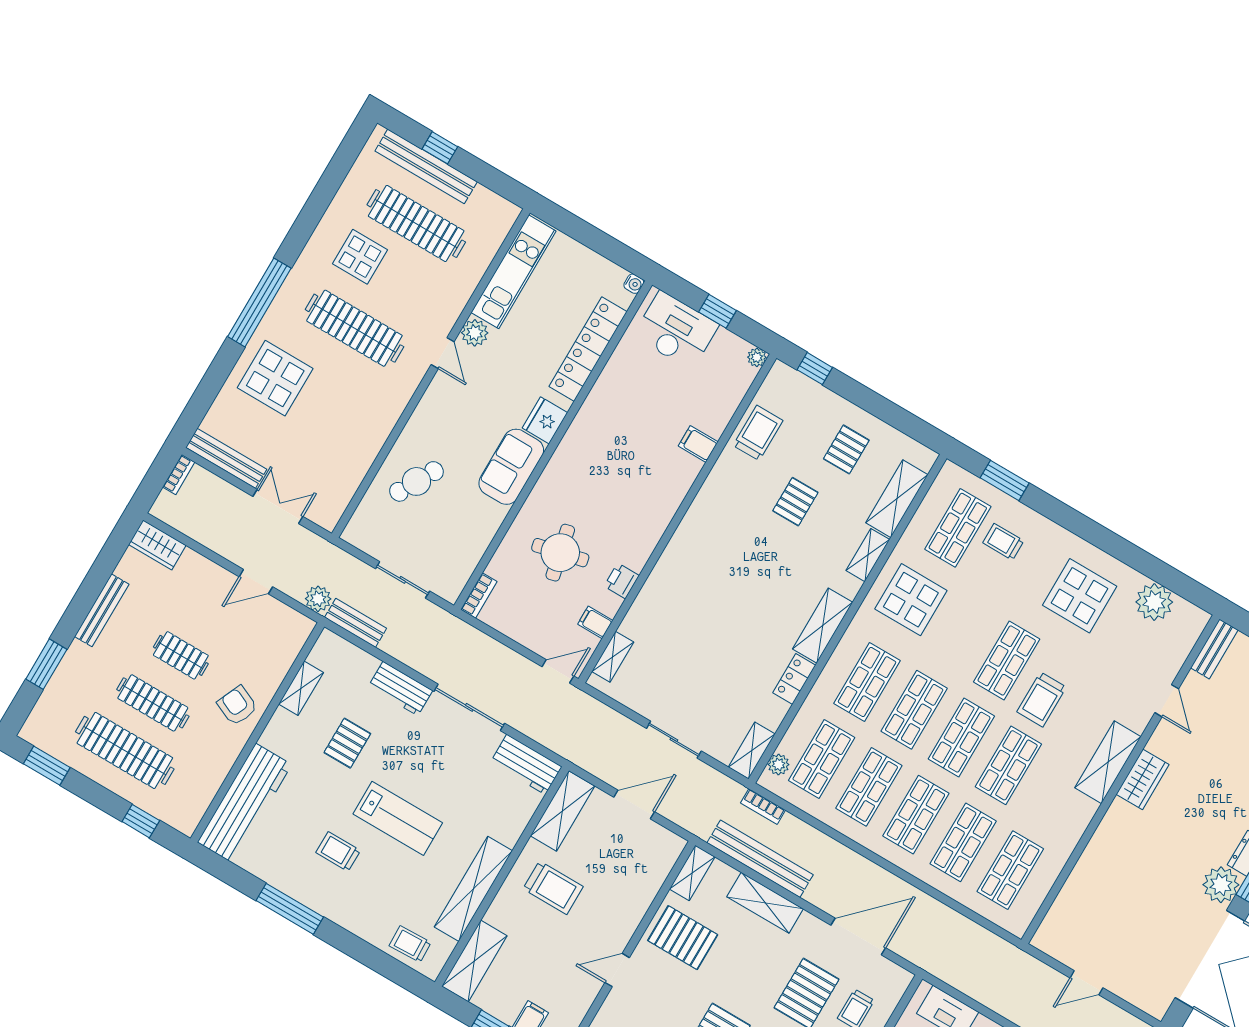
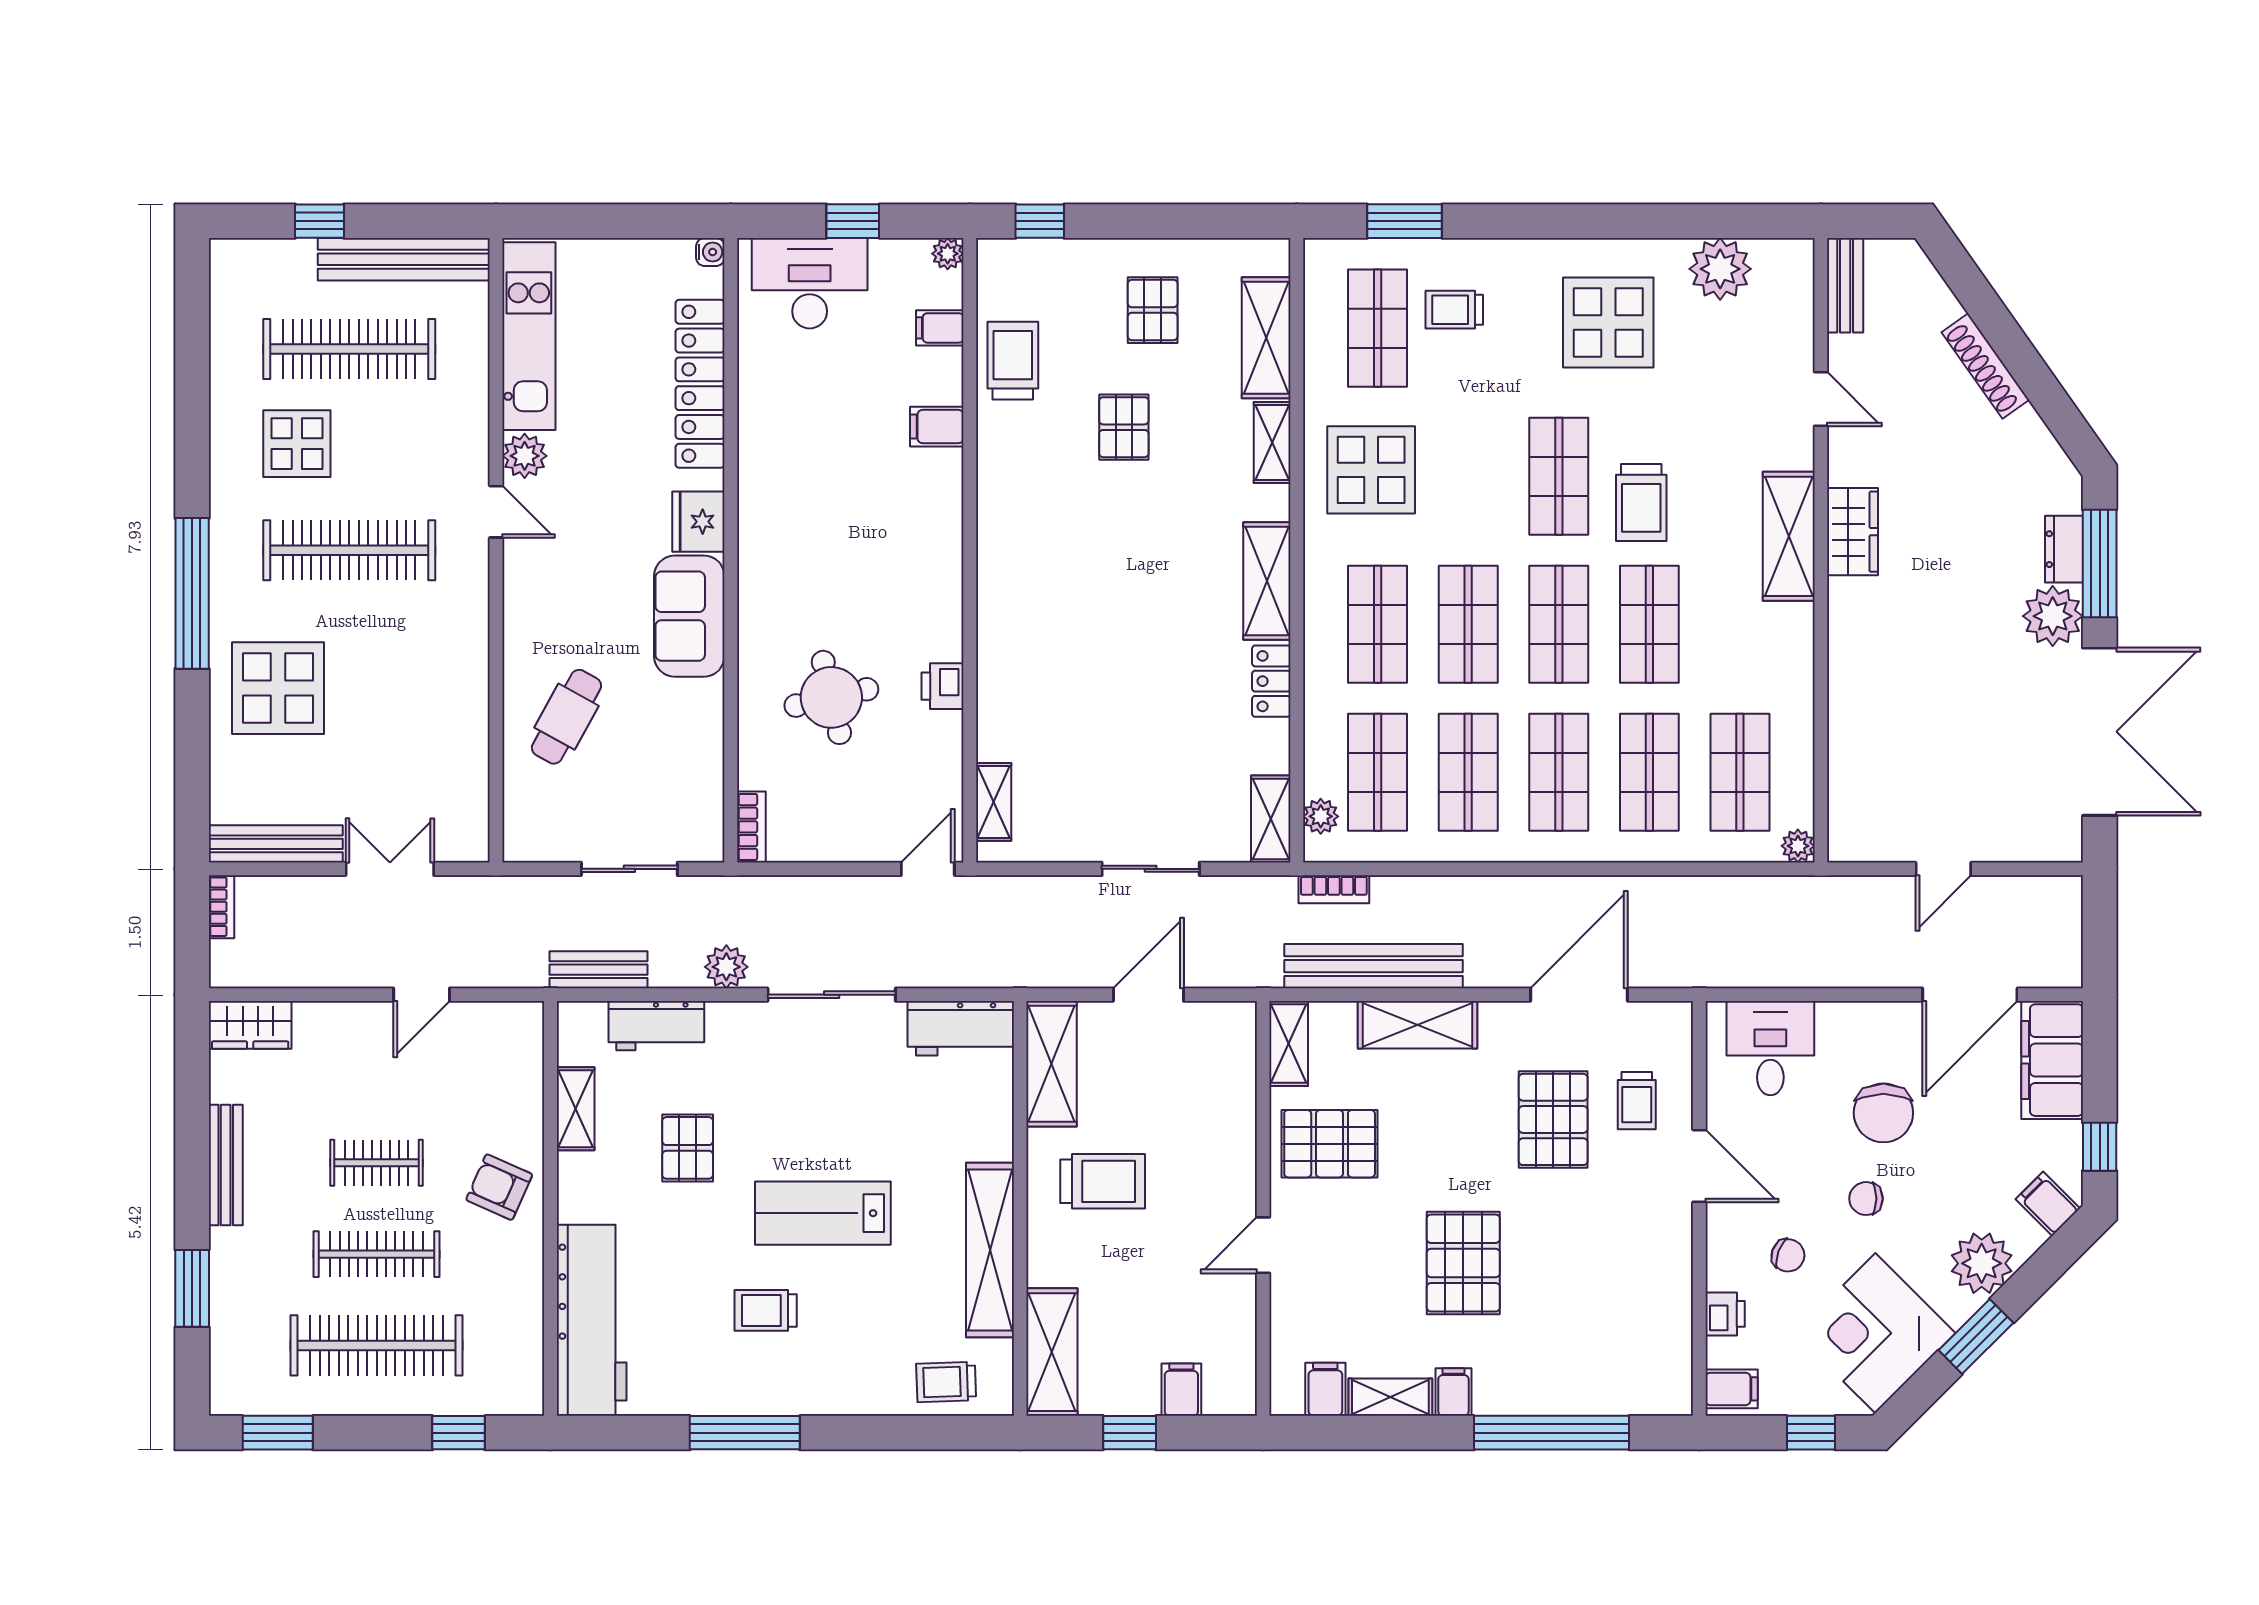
bench: (426, 166) -> (404, 259), moved
plant: (318, 599) -> (726, 967), moved
filing cabinet: (595, 622) -> (940, 328), moved
workbench: (400, 689) -> (656, 1026), moved
lab bench: (398, 818) -> (823, 1213), turned 180
plant: (1018, 926) -> (1798, 846), added

